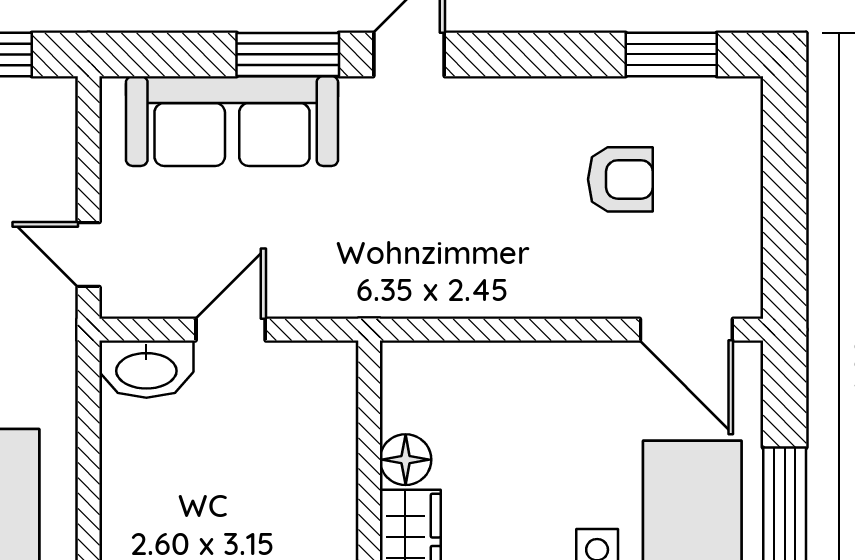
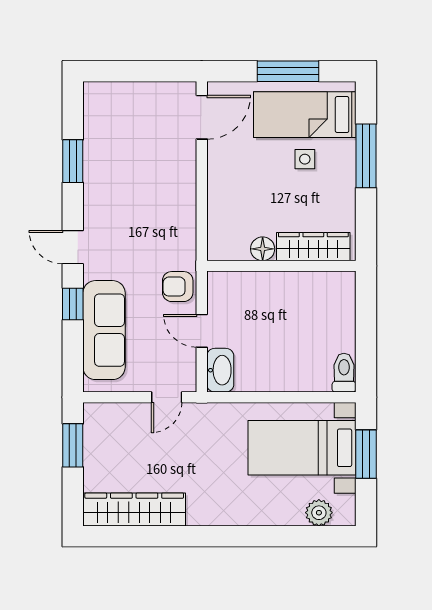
window: (288, 54) -> (73, 304), width x0.67
window: (671, 54) -> (73, 161), moved
armchair: (620, 179) -> (178, 287), moved, turned -90

